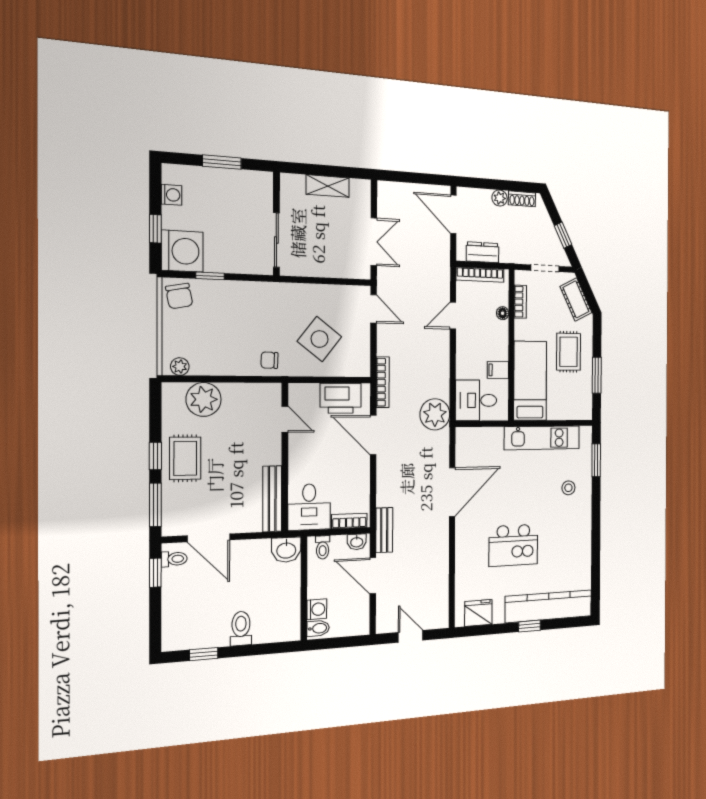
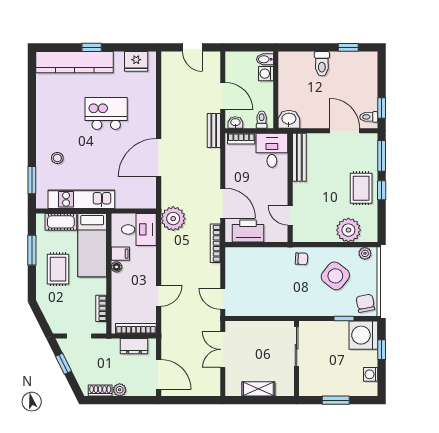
cot: (576, 300) -> (61, 222), moved, turned -63
floor lamp: (503, 313) -> (117, 267), moved
side table: (320, 339) -> (335, 276), moved

